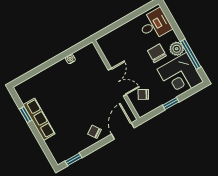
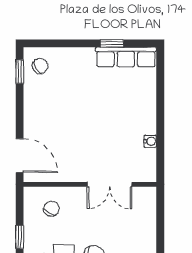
double door: (117, 82) -> (109, 184), moved
row of seats: (39, 119) -> (126, 57), moved
chair: (95, 132) -> (40, 66), moved

